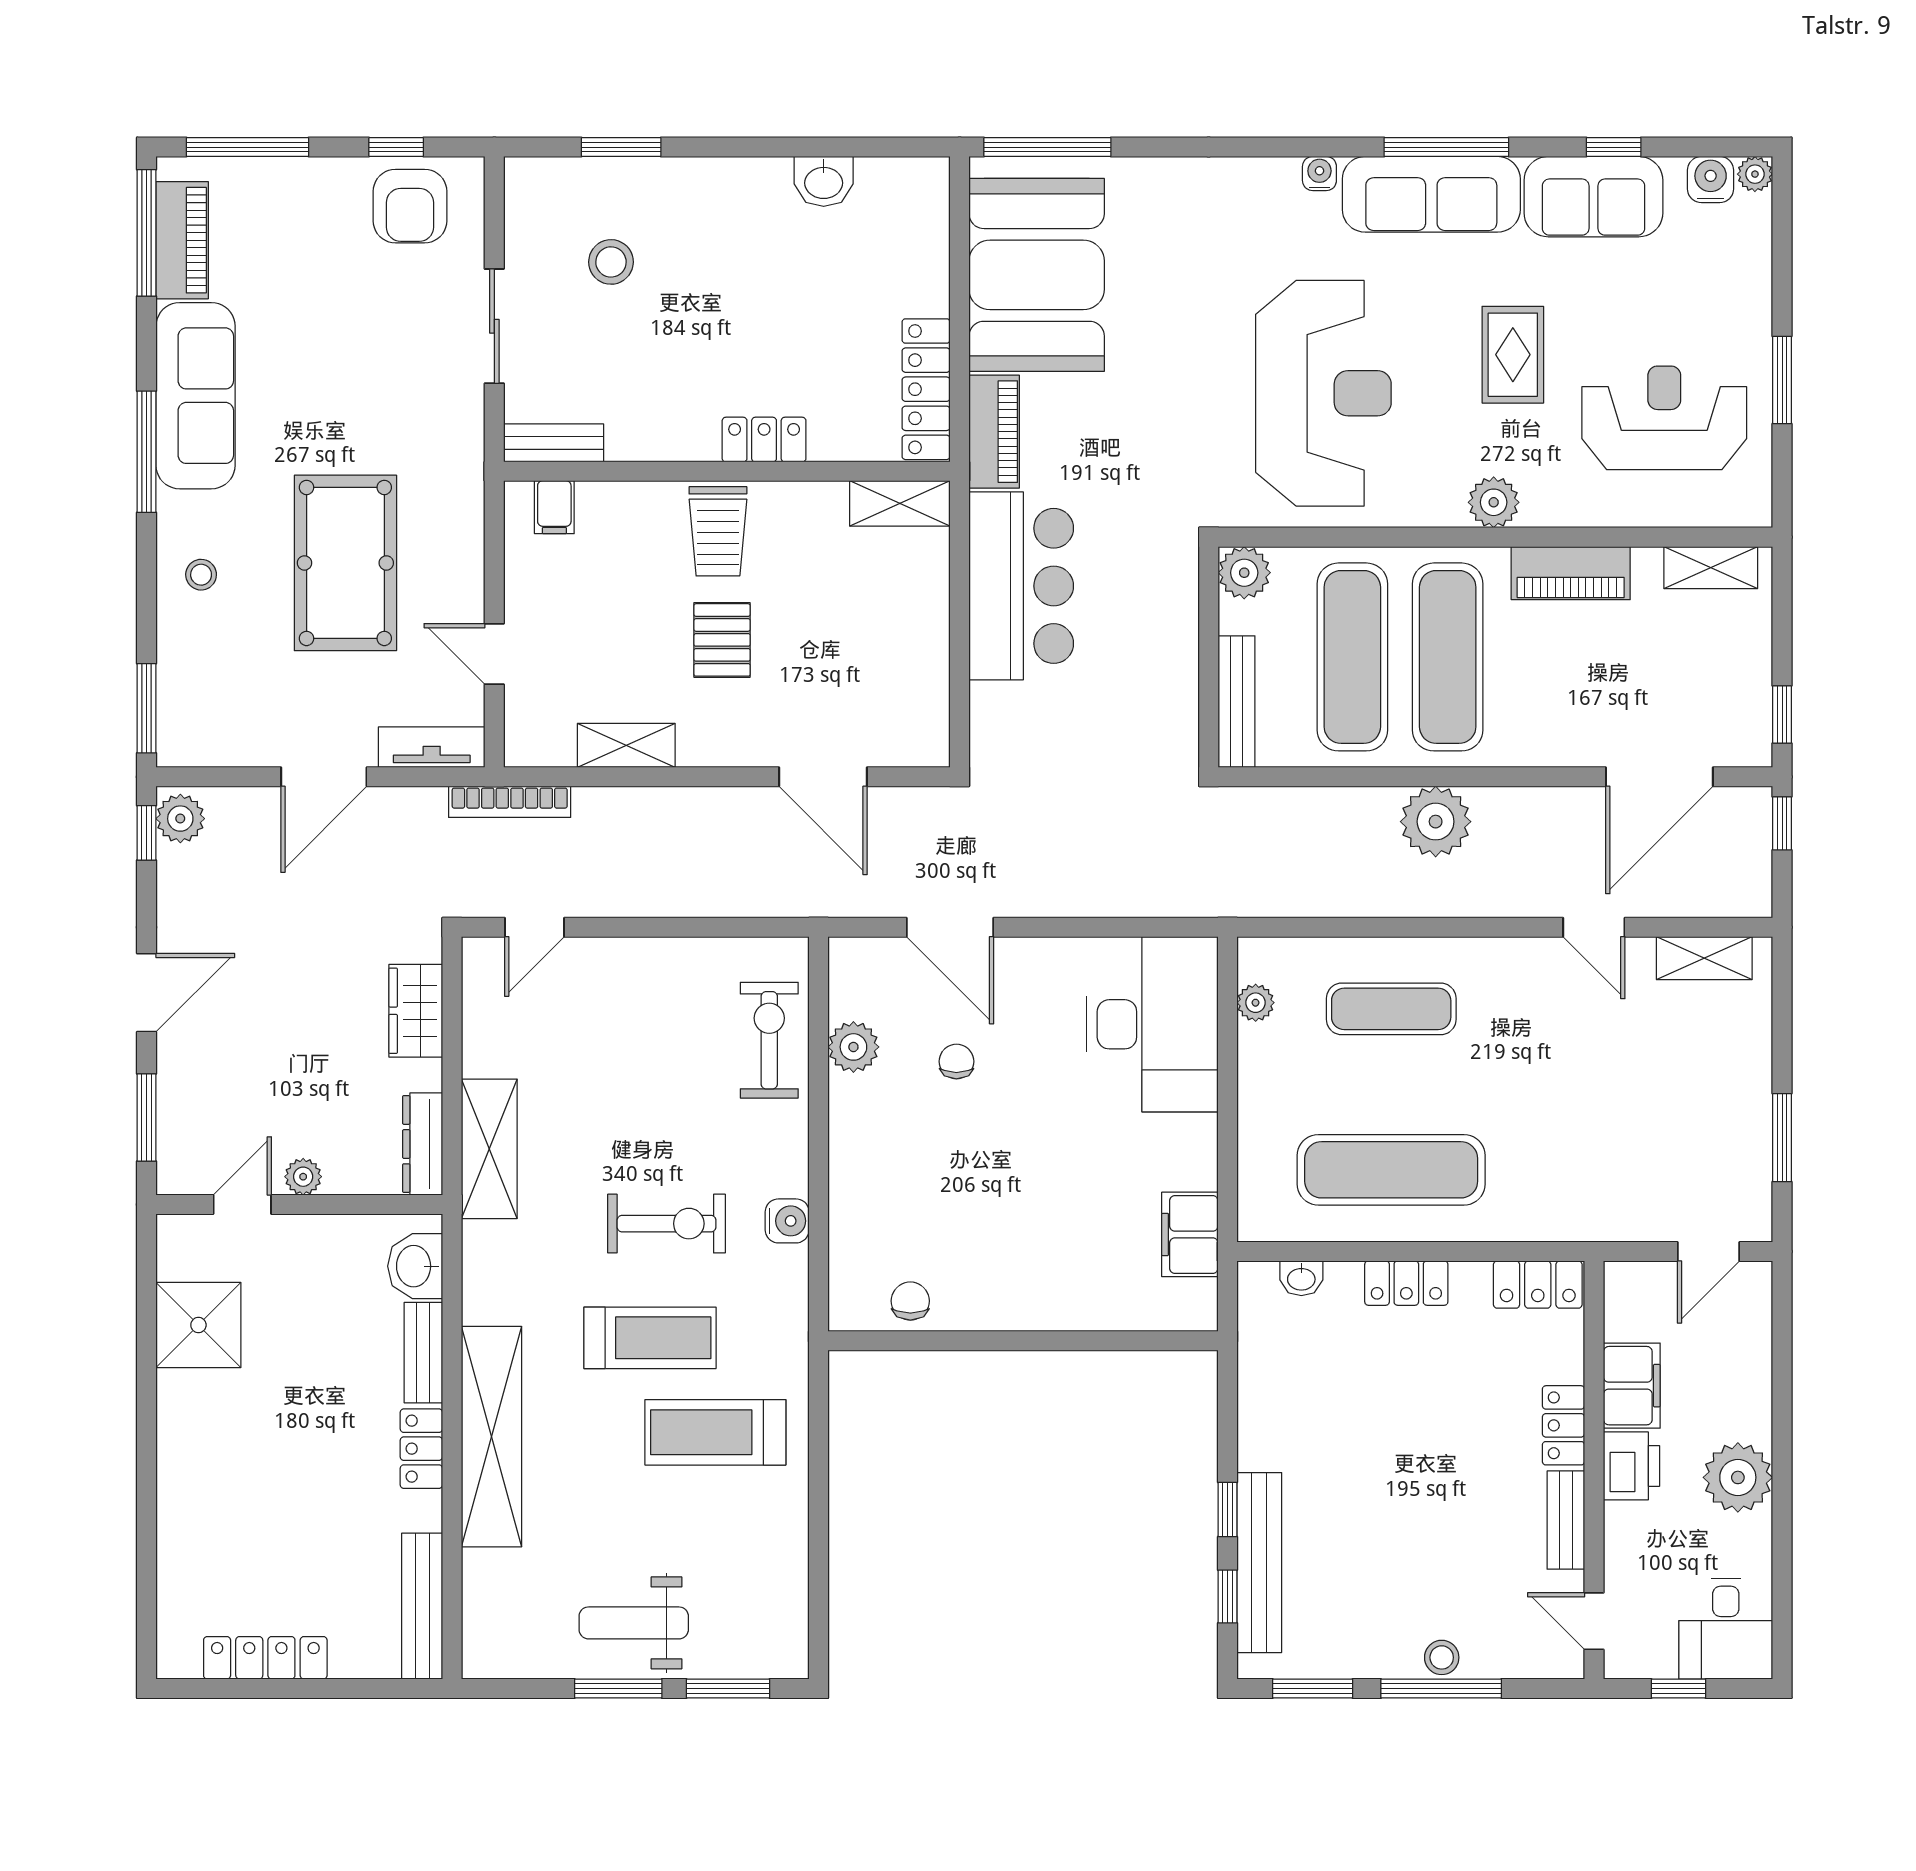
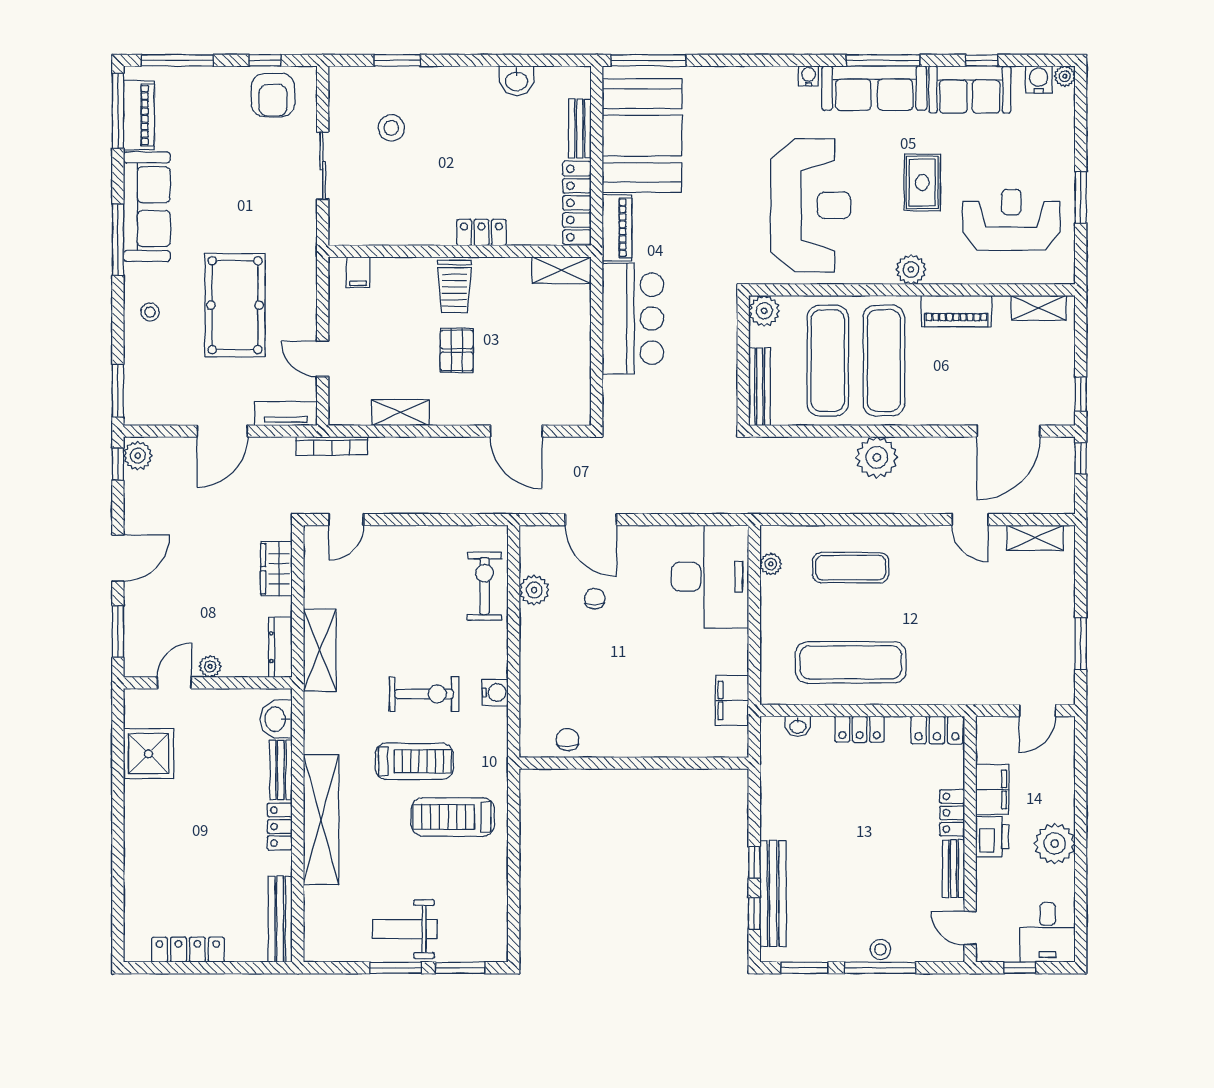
bench: (554, 443) -> (580, 128), moved, turned 90

